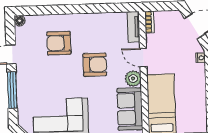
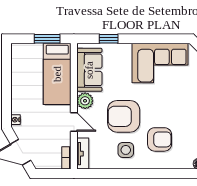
side table: (92, 32) -> (126, 150), added
armchair: (95, 65) -> (124, 116), width x1.36, depth x1.36

